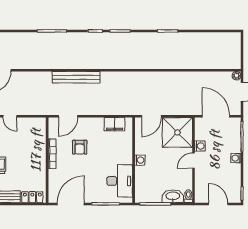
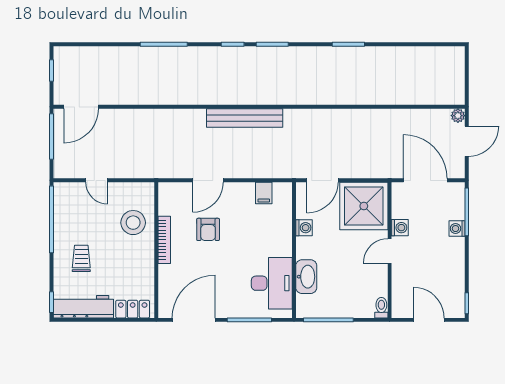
bench: (76, 77) -> (245, 118), moved
door: (68, 116) -> (208, 180), moved
filing cabinet: (115, 124) -> (264, 193), width x0.50
stool: (33, 143) -> (133, 223), added
washing machine: (236, 158) -> (457, 229), moved
washing machine: (140, 160) -> (304, 228), moved
washbasin: (173, 196) -> (306, 277), moved, turned 90

